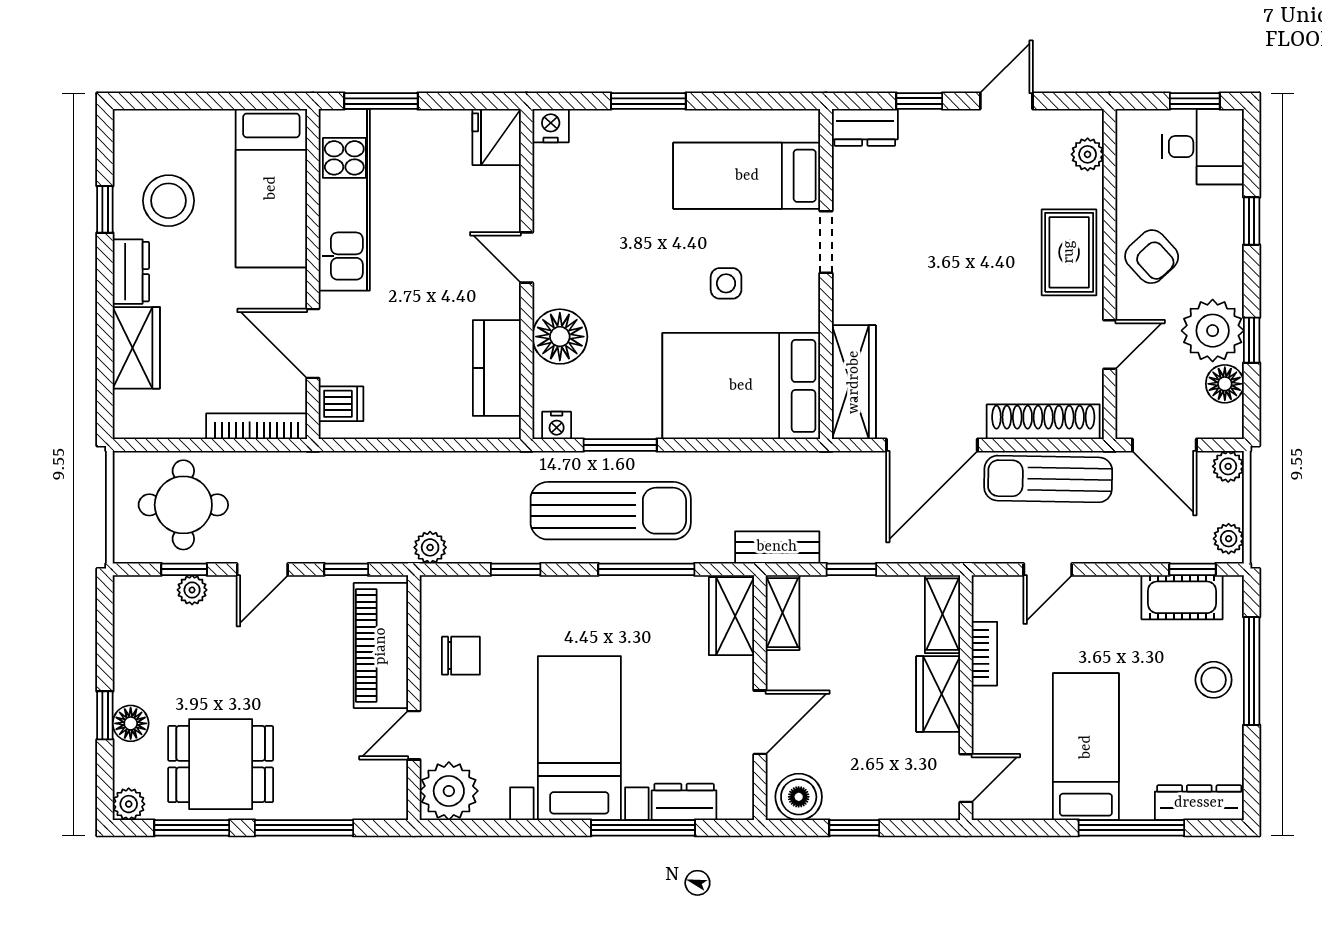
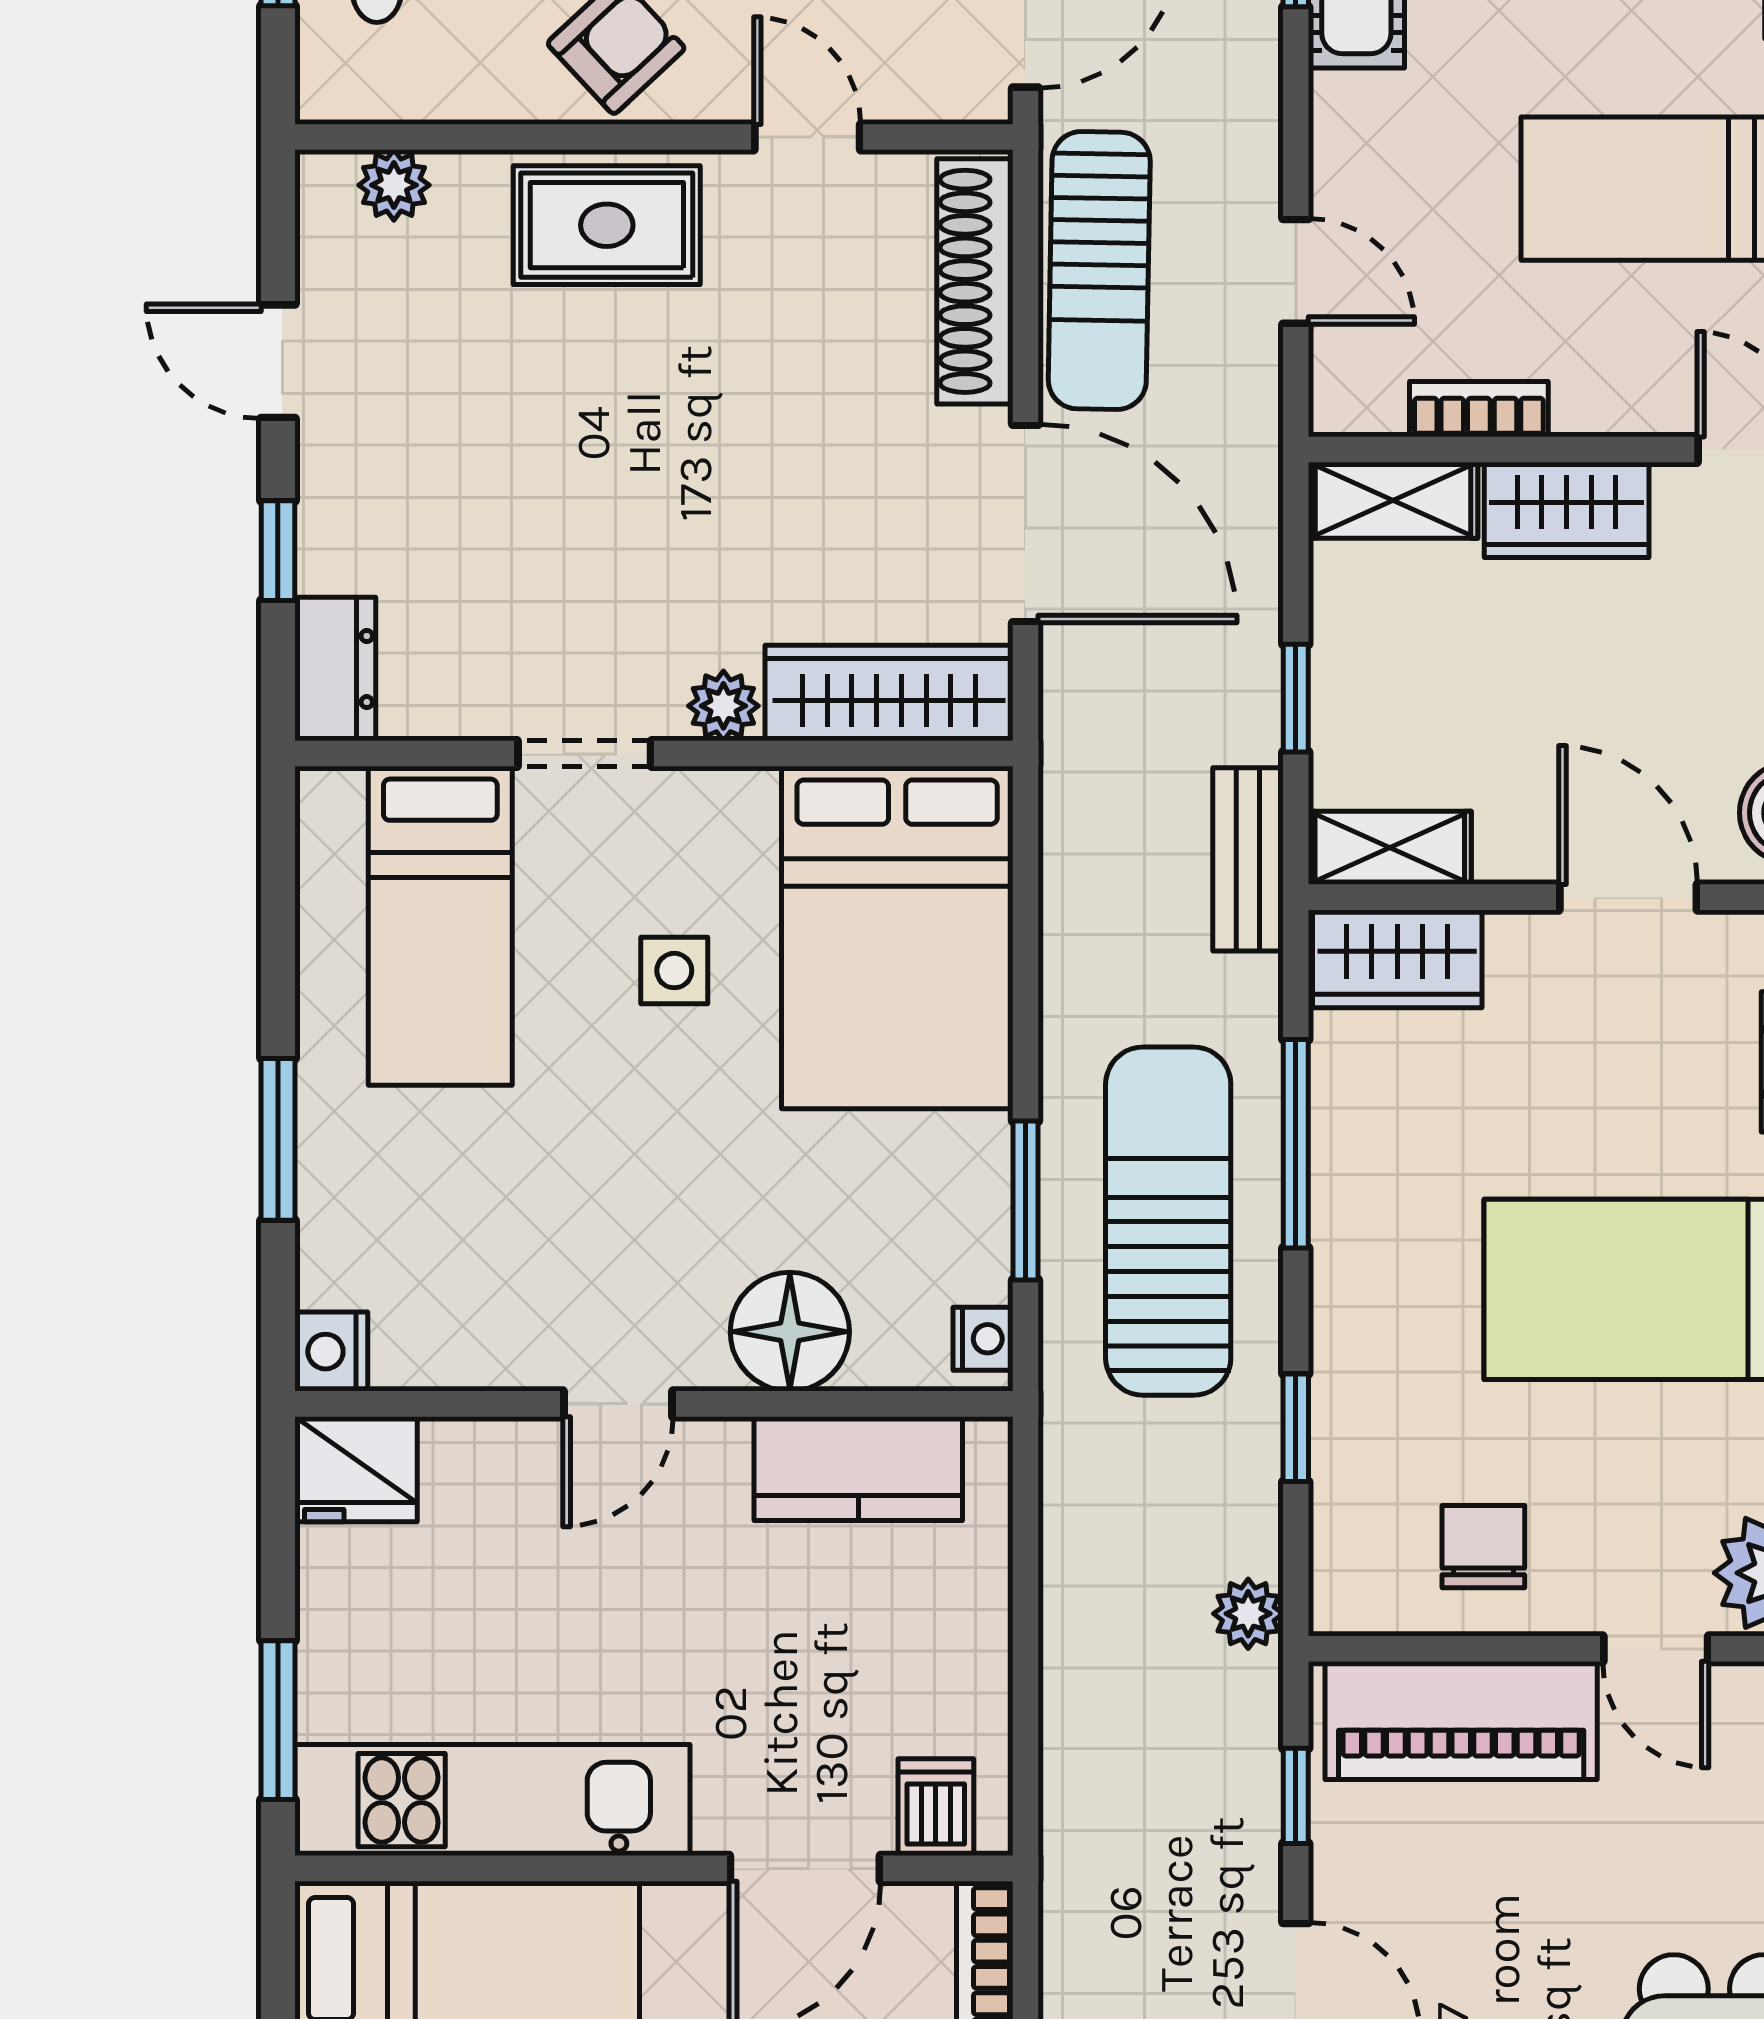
plant: (848, 306) -> (723, 706), added

